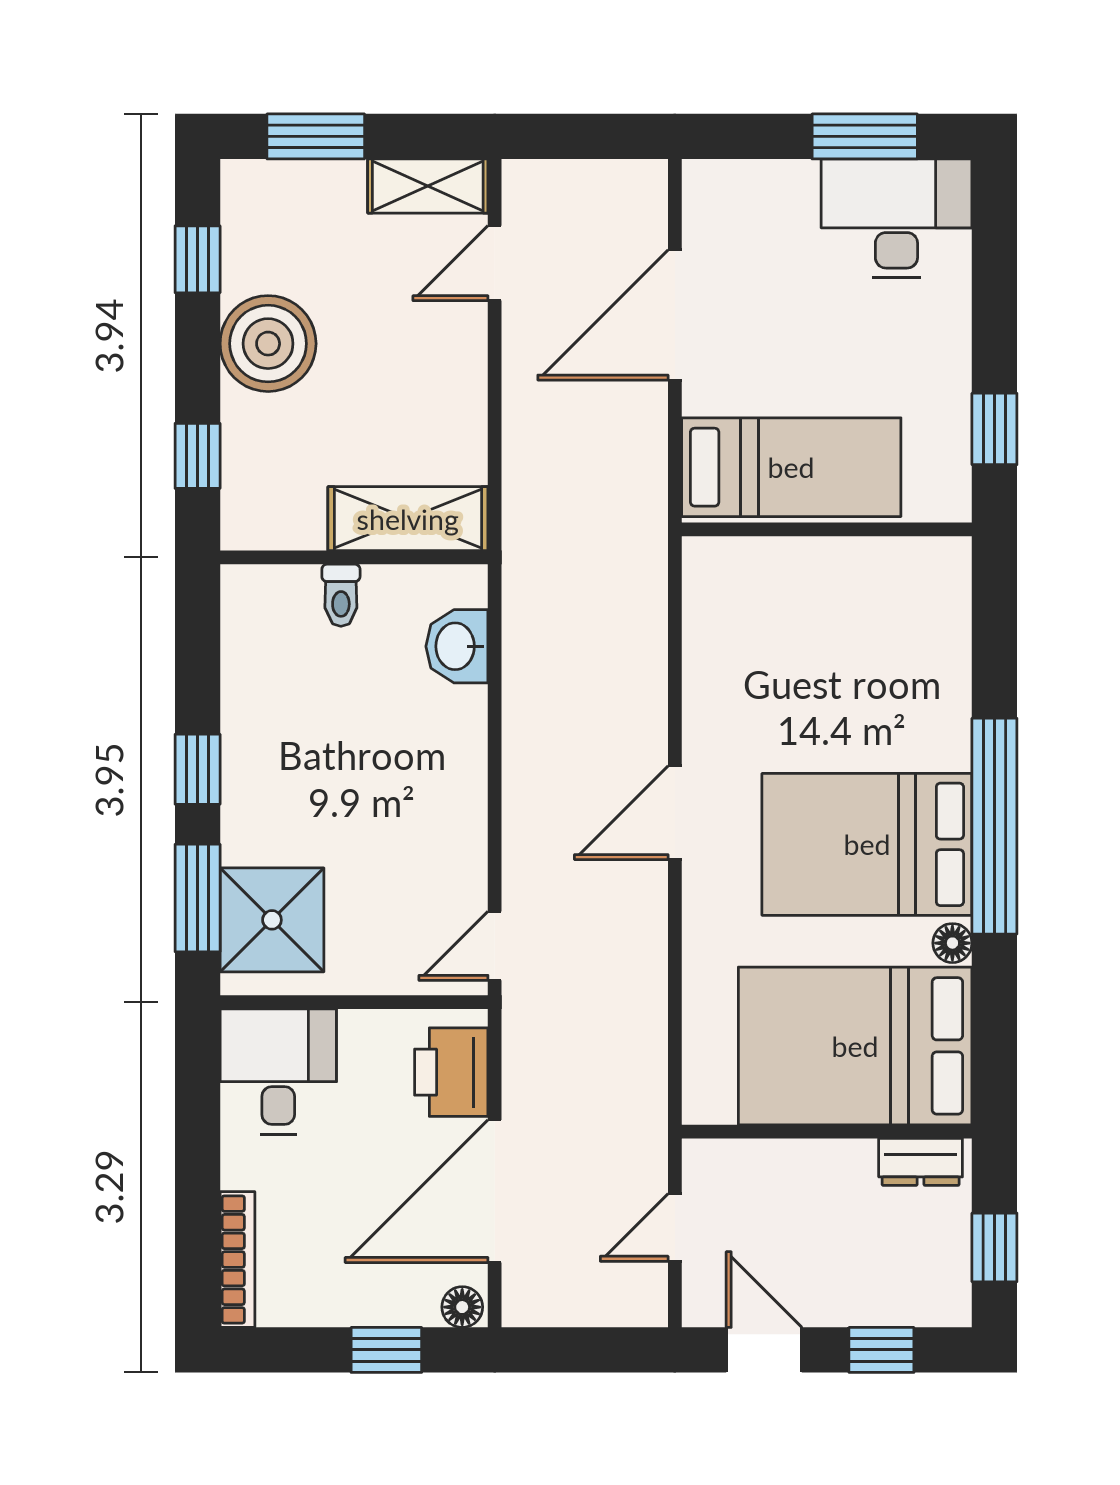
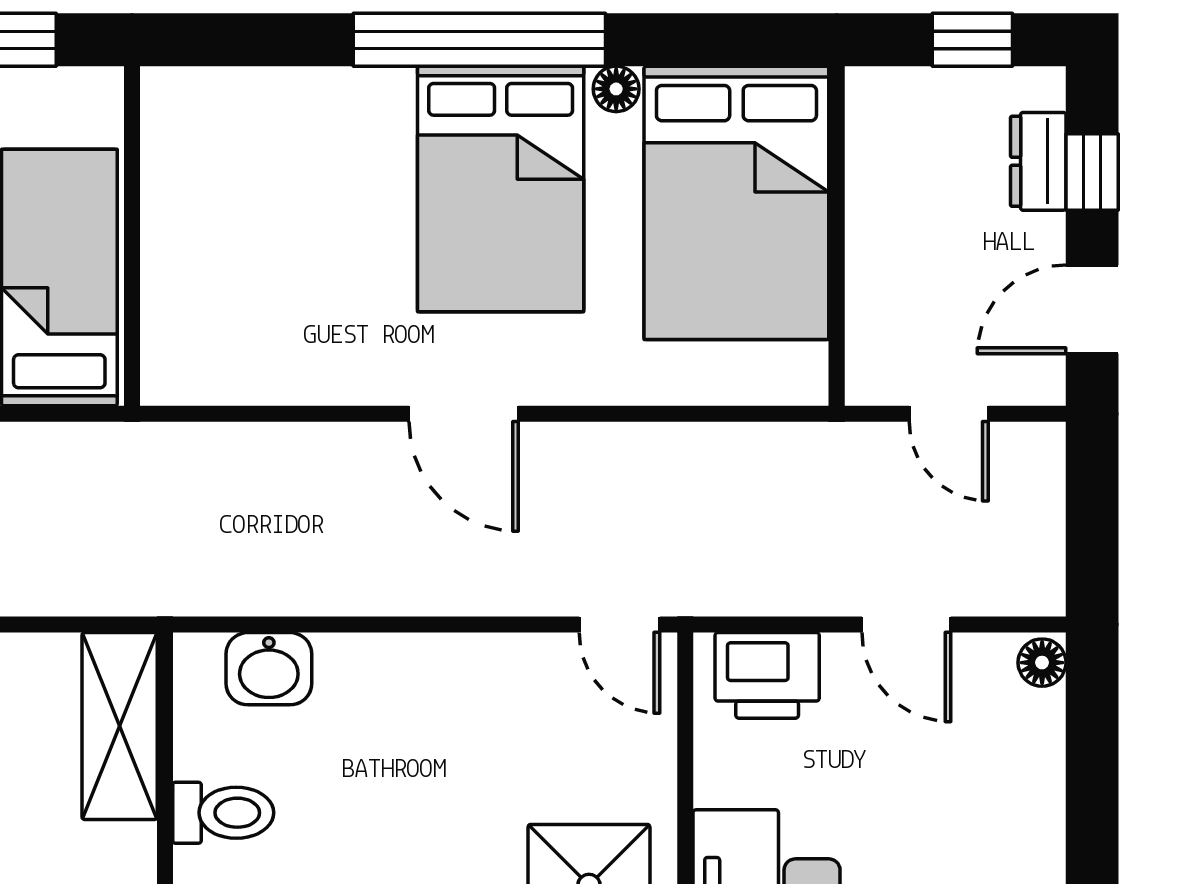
toilet: (341, 595) -> (223, 813), width x1.37, depth x1.39
dresser: (921, 1162) -> (1038, 161), moved, turned 180
door: (495, 1191) -> (906, 625), width x0.53
window: (386, 1350) -> (1092, 751), removed

